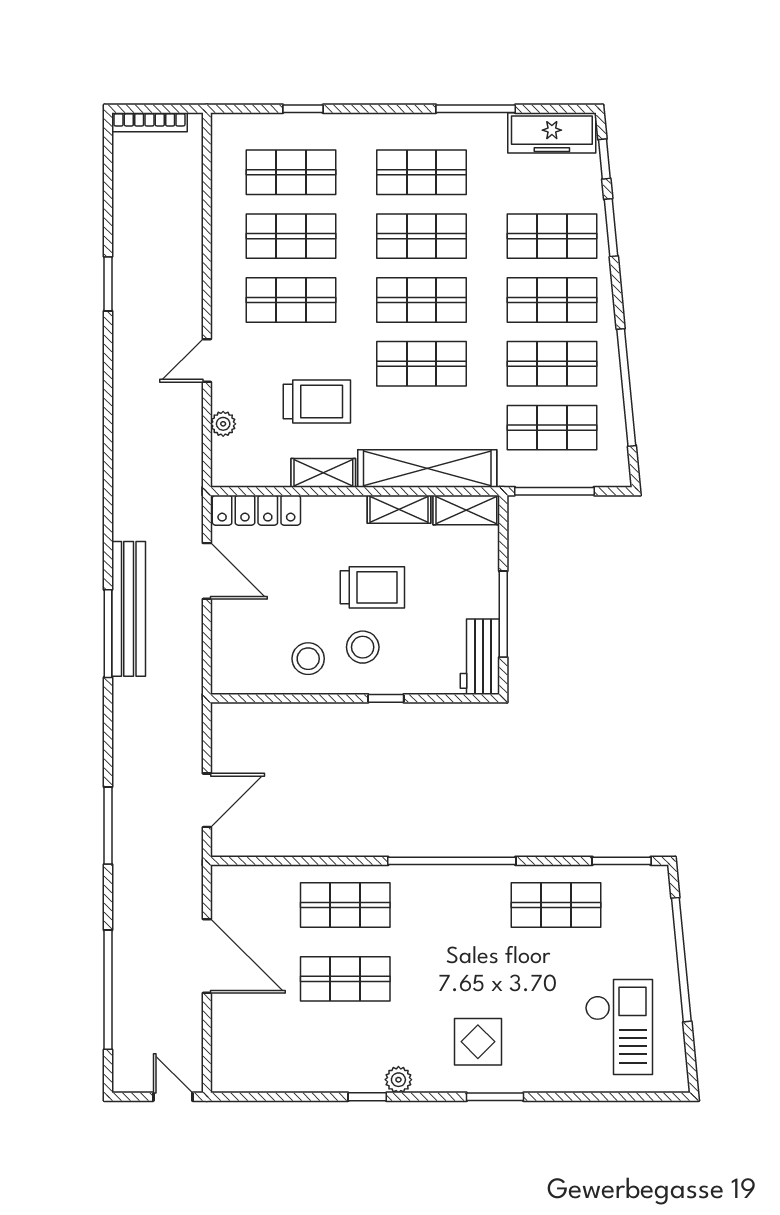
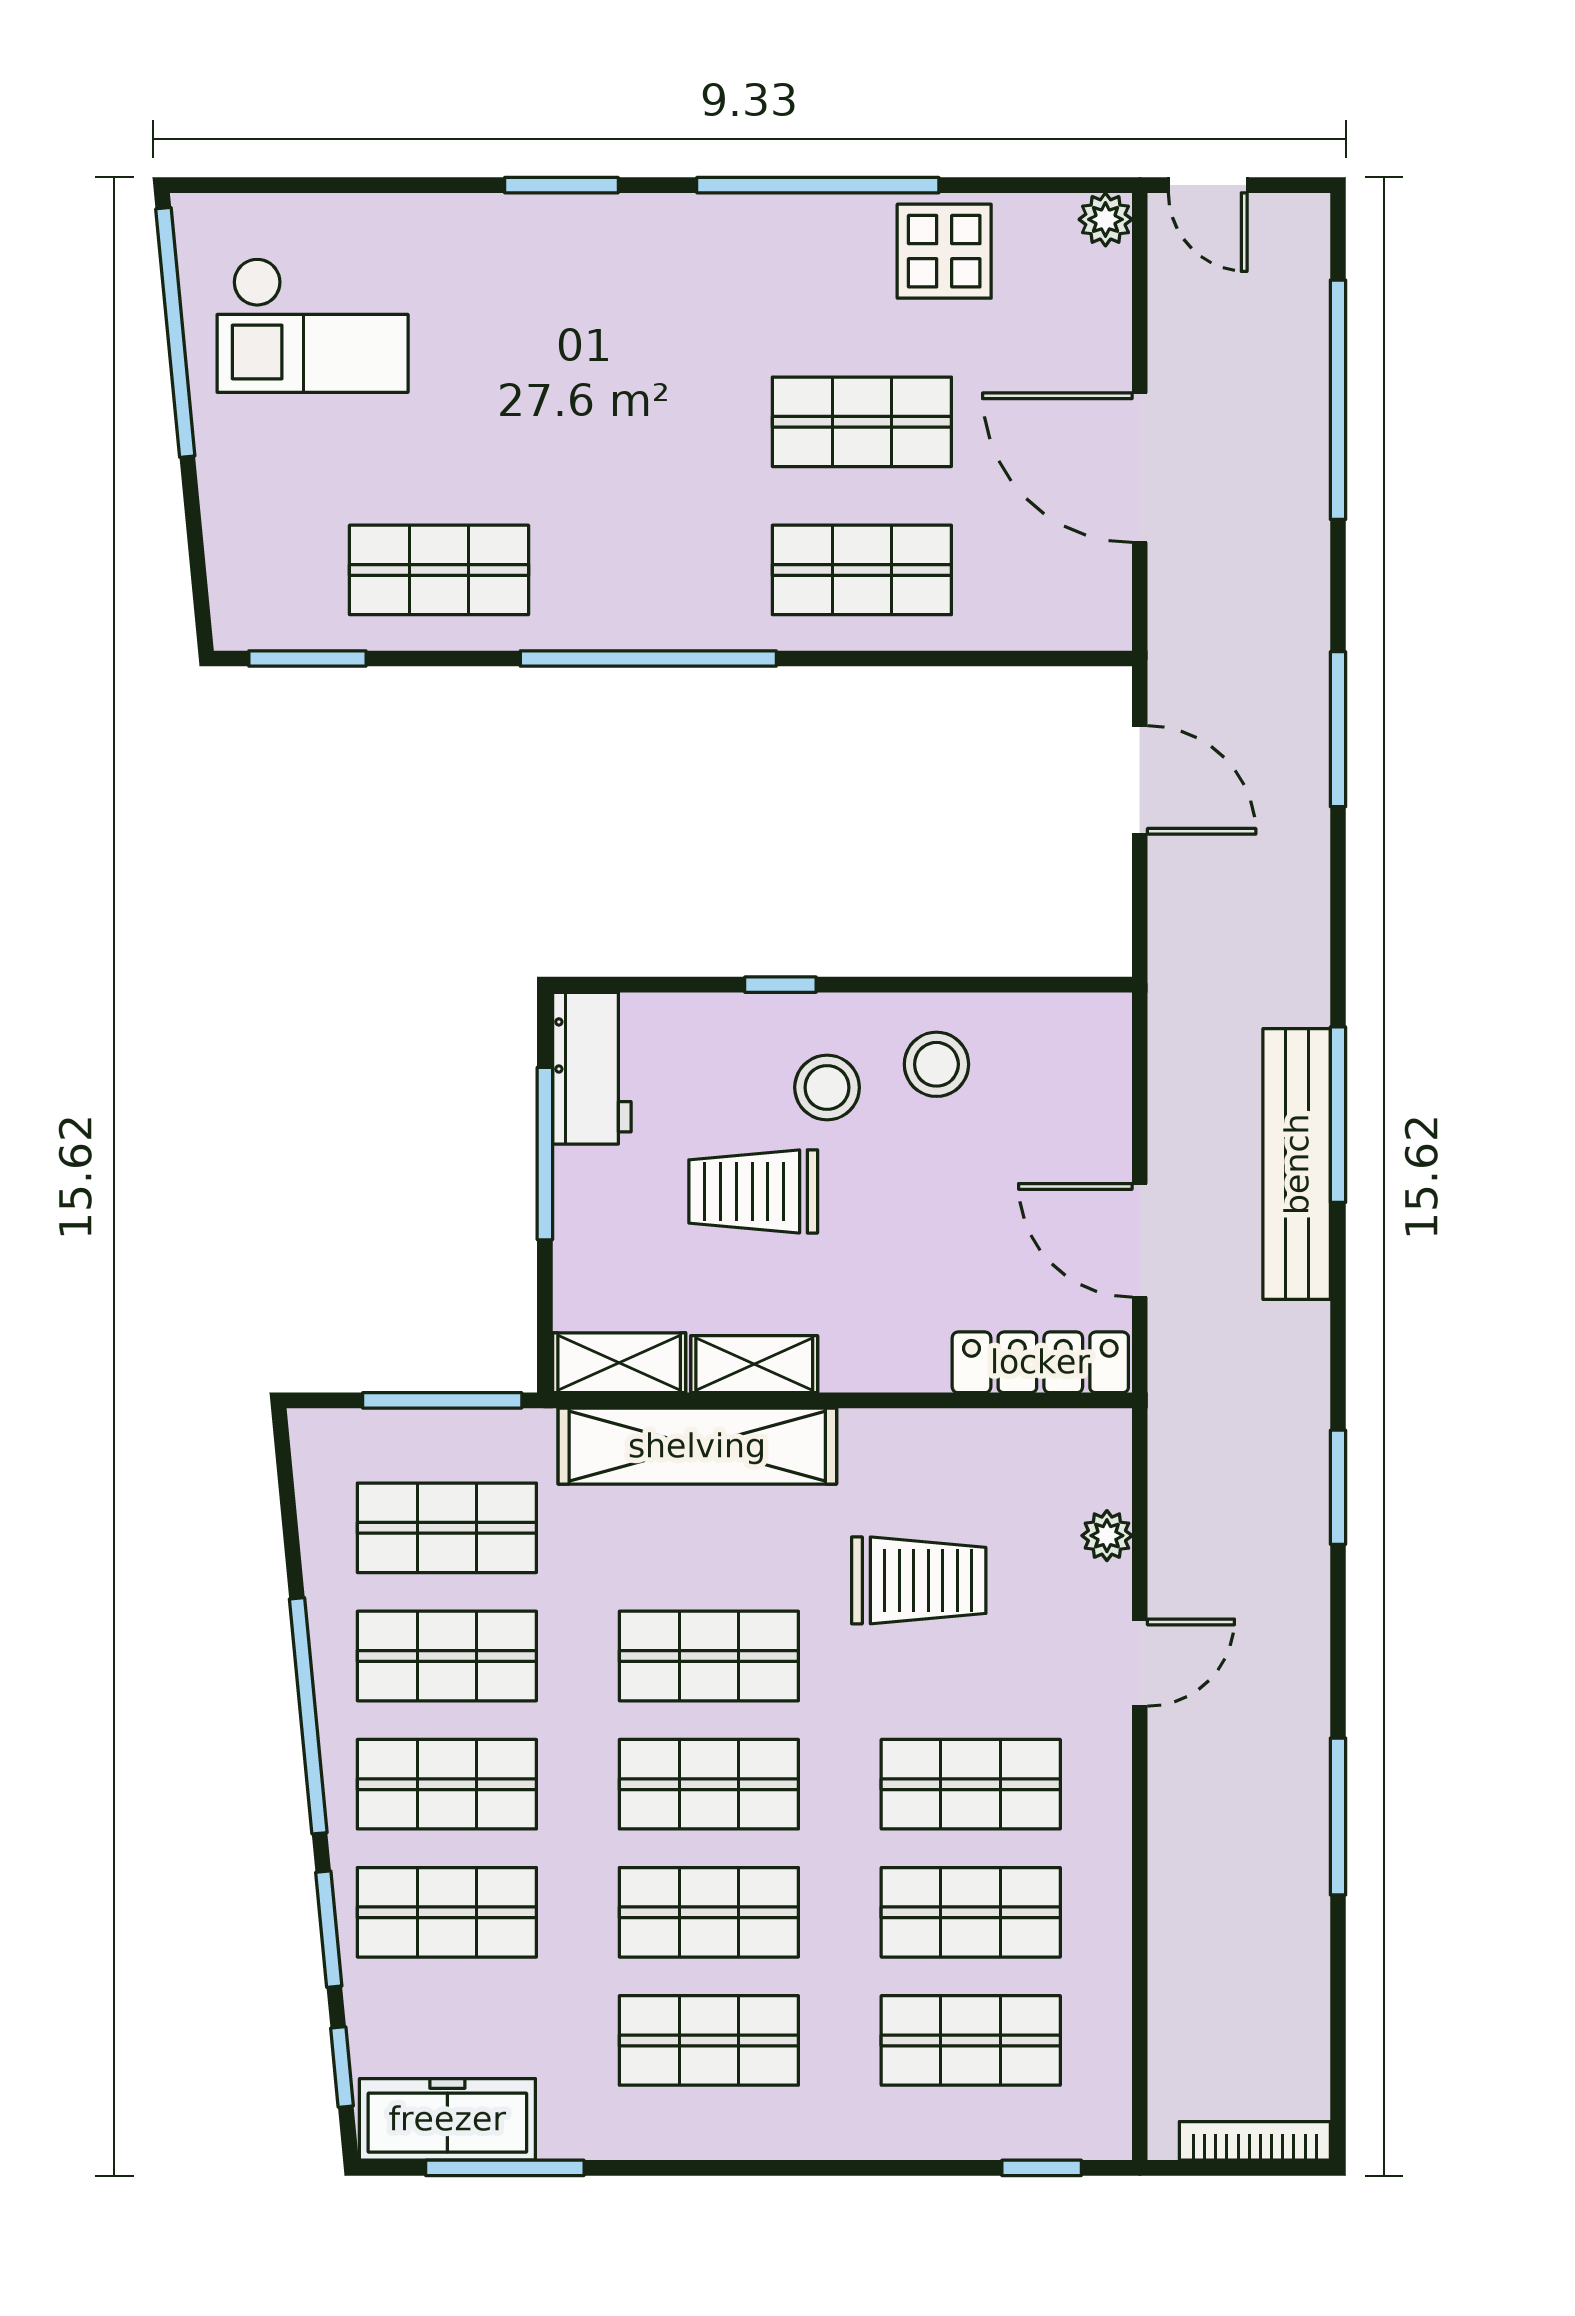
window: (303, 109) -> (1042, 2168), moved
window: (476, 109) -> (505, 2168), moved
window: (108, 284) -> (1338, 1817), width x1.44
window: (626, 387) -> (308, 1716), moved
trolley: (317, 401) -> (919, 1580), turned 180
window: (108, 448) -> (1338, 1487), added
shelving: (323, 473) -> (906, 1437), removed
trolley: (372, 587) -> (753, 1191), moved
door: (207, 800) -> (1140, 780), swing flipped
window: (681, 960) -> (175, 332), moved
checkout: (619, 1027) -> (313, 325), turned -90
display table: (478, 1042) -> (944, 251), moved
plant: (398, 1080) -> (1105, 219), moved
window: (367, 1097) -> (818, 185), width x3.17

